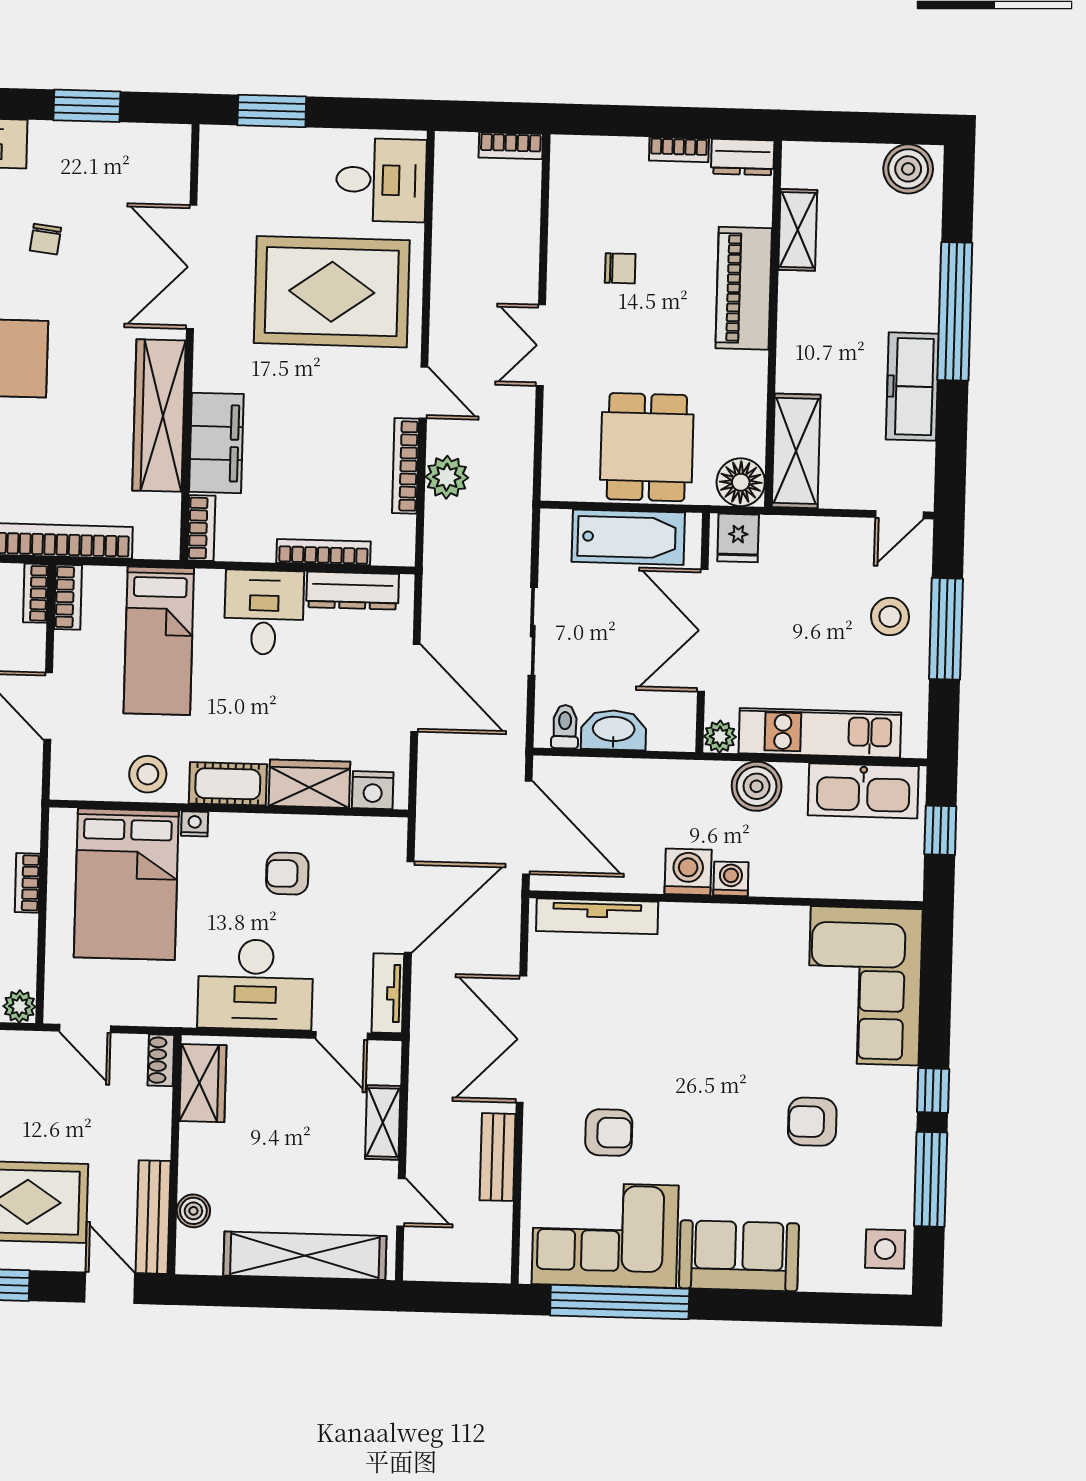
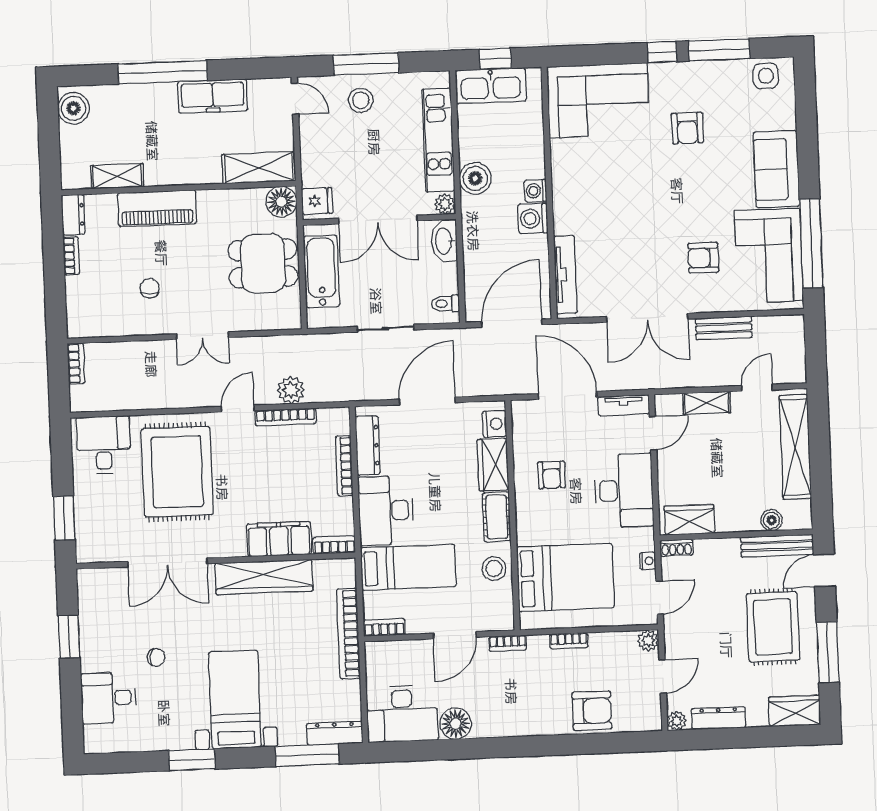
bookcase: (36, 593) -> (508, 643), moved
desk: (264, 612) -> (386, 511), width x1.37
washbasin: (614, 730) -> (444, 241), moved
kitchen sink: (863, 791) -> (491, 86), moved, turned 90
nightstand: (195, 824) -> (648, 561), moved, turned 180
armchair: (609, 1132) -> (703, 258), turned -90

